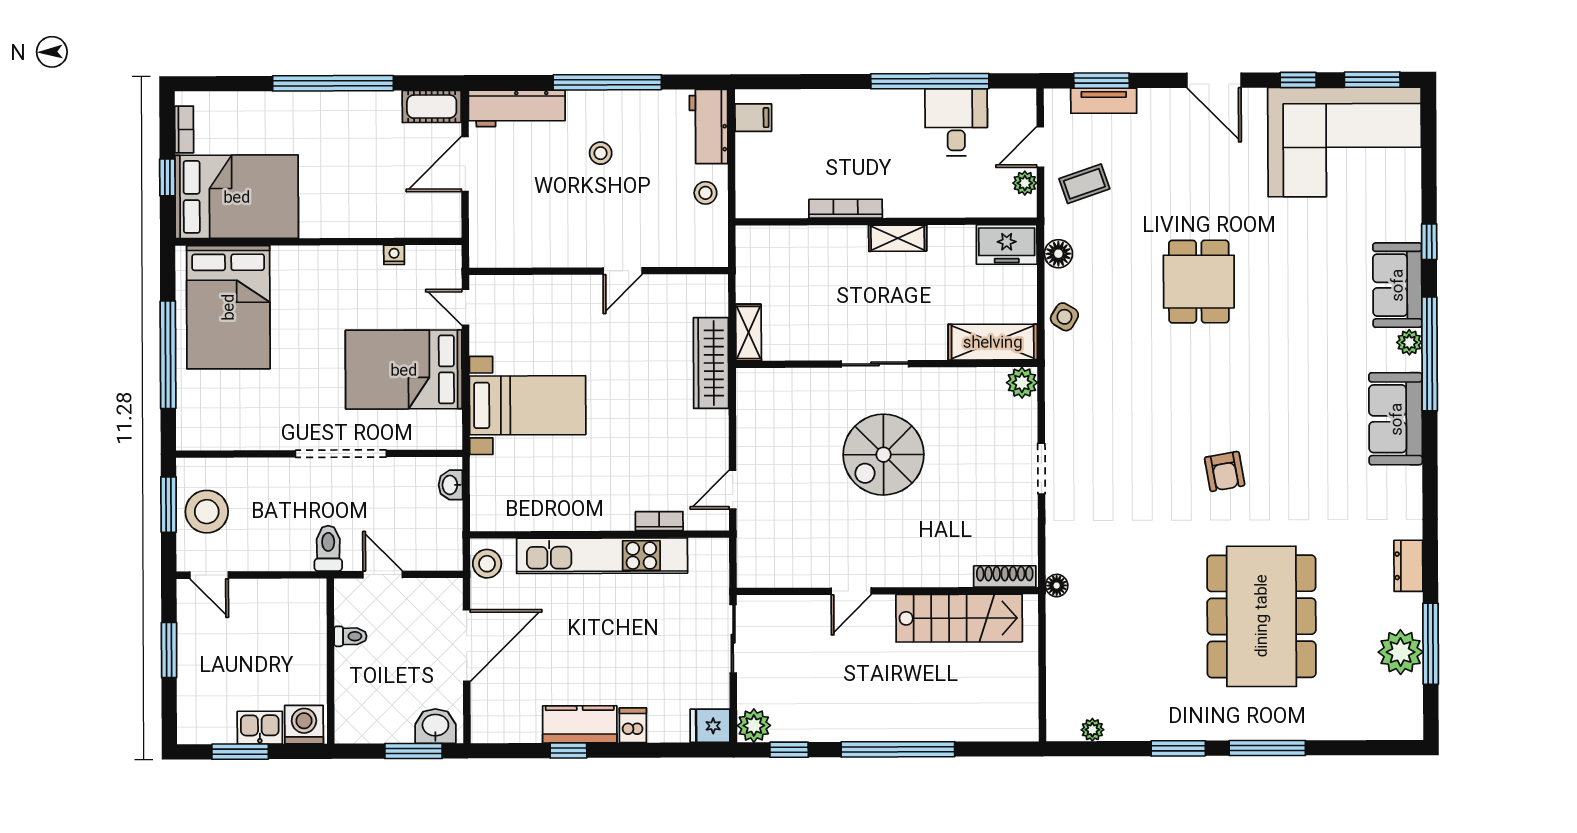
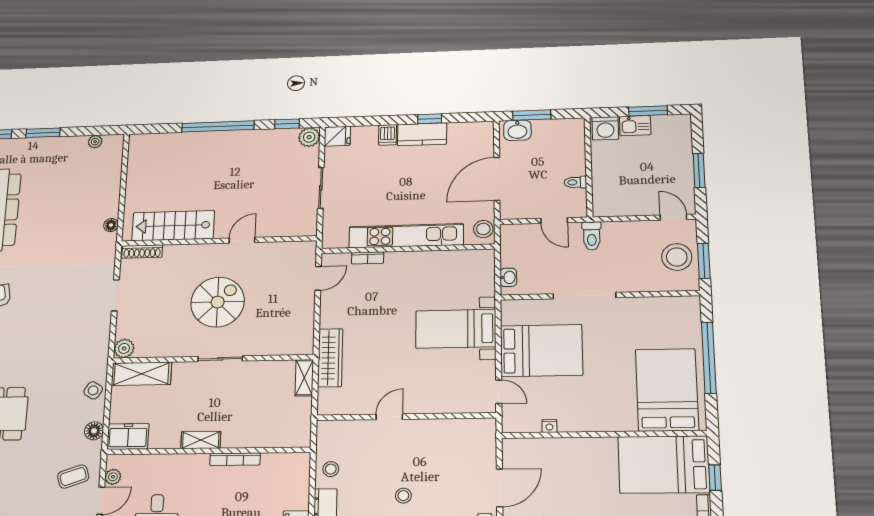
shoe rack: (1005, 576) -> (142, 251), moved
door: (851, 591) -> (242, 240), moved
wall: (887, 591) -> (218, 241), moved
stairs: (959, 618) -> (173, 226), moved

